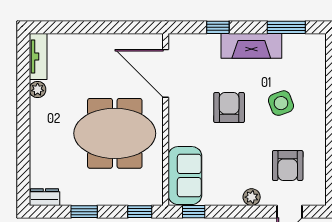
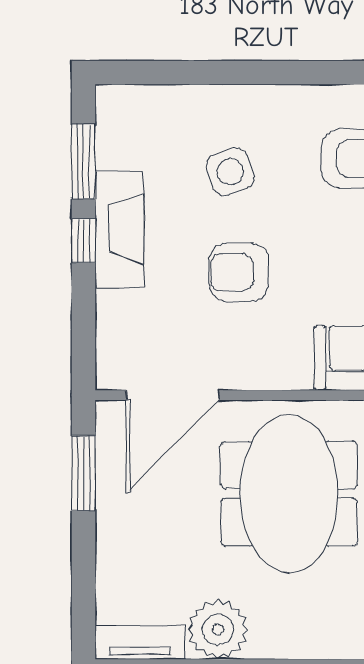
window: (125, 27) -> (83, 473), added
window: (218, 27) -> (83, 241), moved
plant: (38, 89) -> (218, 630), width x1.88, depth x1.88

